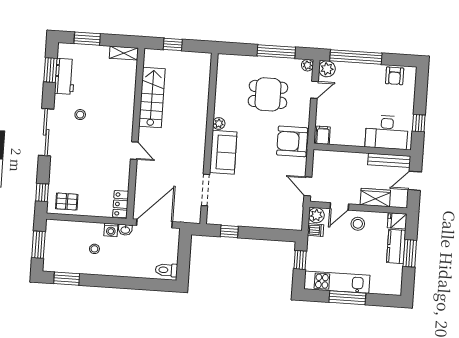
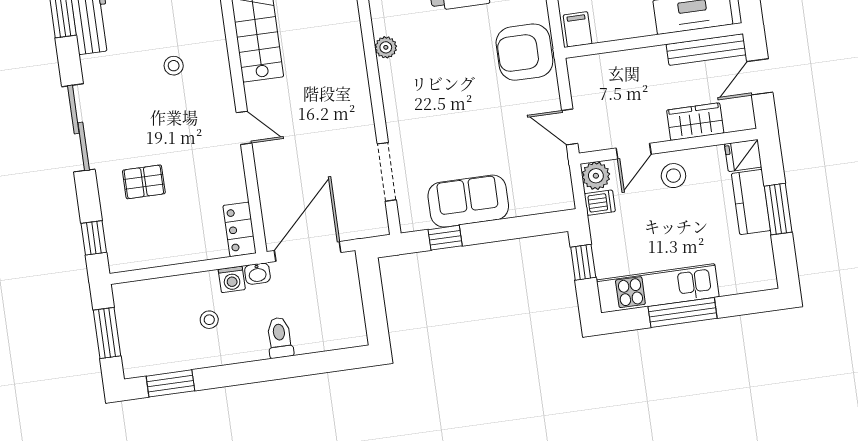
stool: (80, 115) -> (174, 66), moved
sofa: (223, 152) -> (468, 201), moved, turned -90
pallet: (67, 202) -> (144, 182), moved
toilet: (166, 270) -> (280, 338), moved, turned 90

